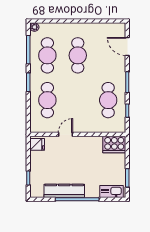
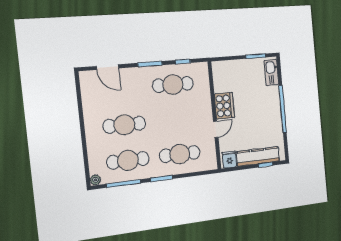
door: (127, 46) -> (107, 67), hinge flipped
door: (65, 134) -> (216, 129), swing flipped
cooker: (114, 144) -> (224, 106), moved
kitchen counter: (64, 191) -> (258, 156), moved, turned 90

